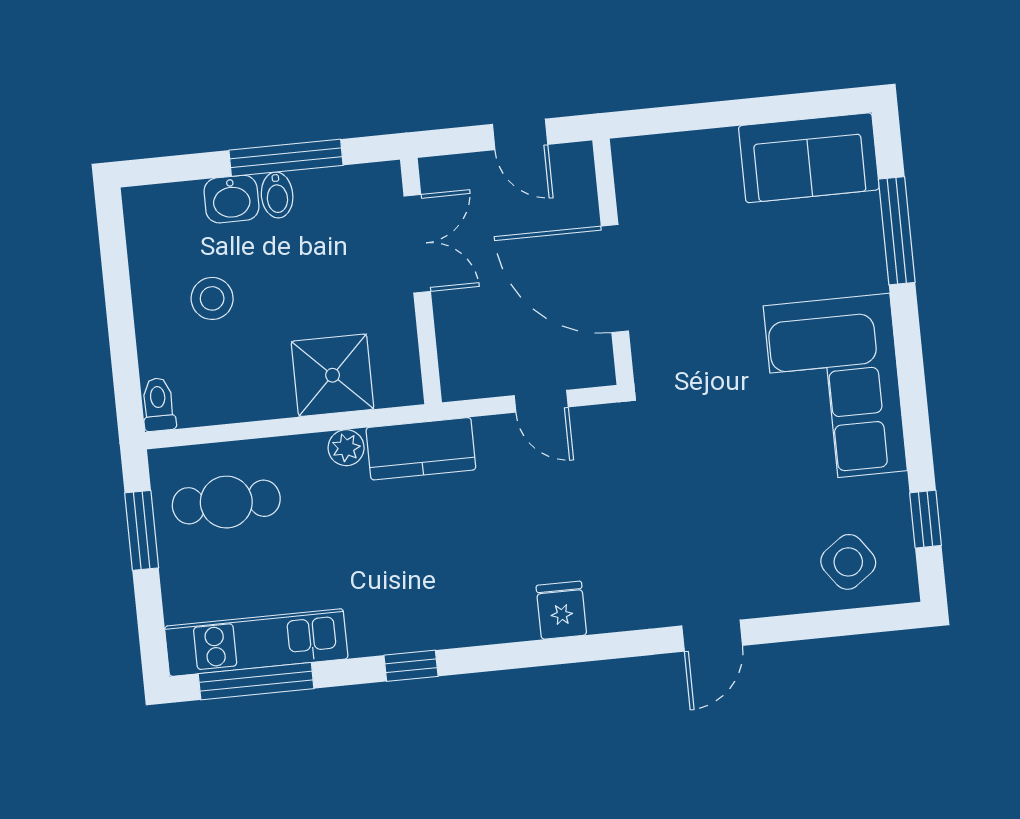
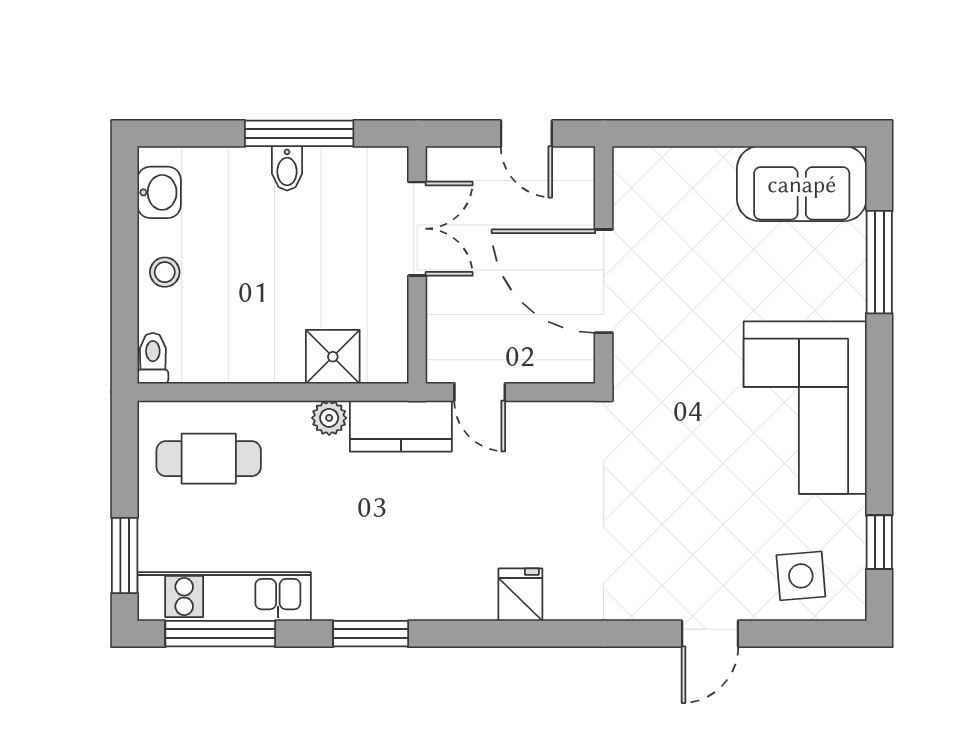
washbasin: (231, 199) -> (159, 192), moved, turned -90
stool: (212, 298) -> (165, 272), moved, width x0.73, depth x0.73
shower: (333, 375) -> (333, 357), width x0.73, depth x0.73
door: (541, 401) -> (480, 392), moved
window: (142, 530) -> (125, 556), moved
side table: (848, 562) -> (801, 576), turned 31
door: (712, 636) -> (710, 634), moved
window: (411, 666) -> (371, 634), width x1.50

